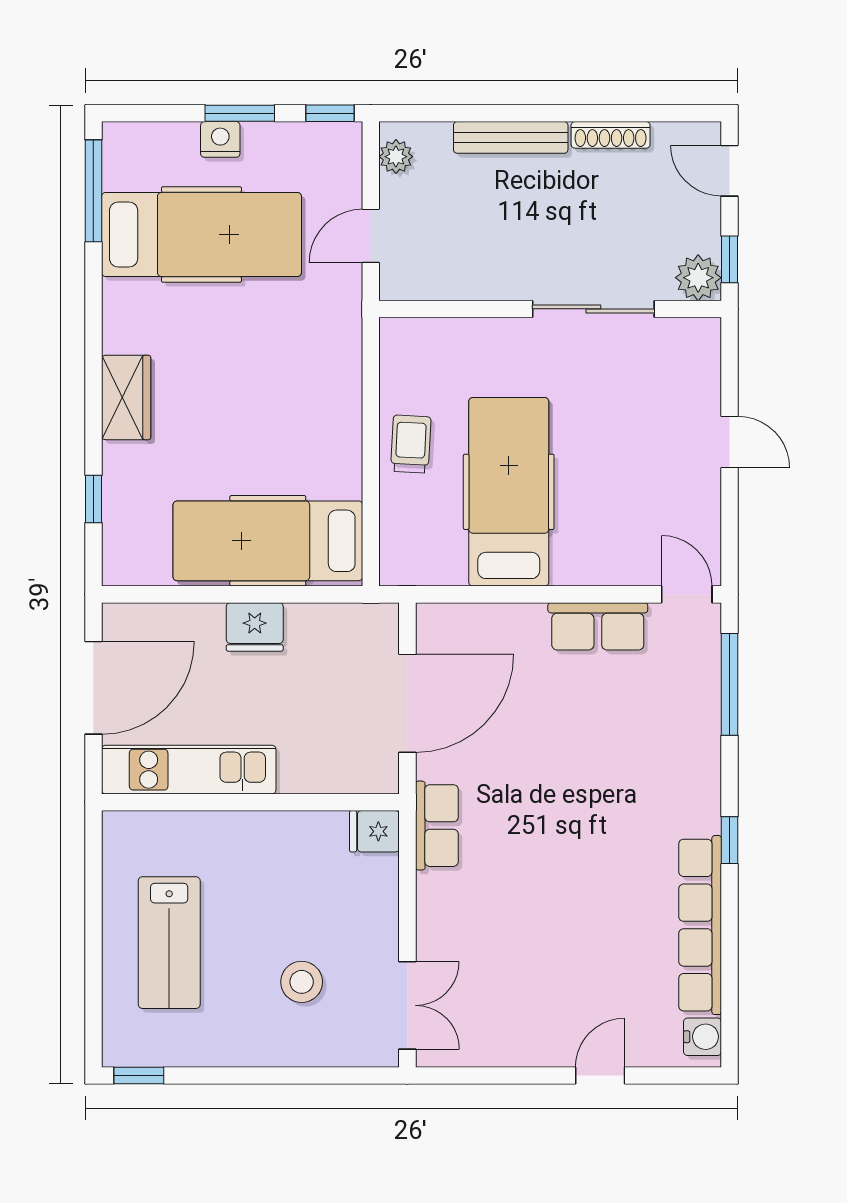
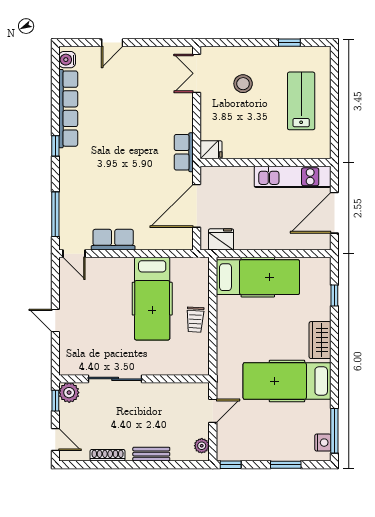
window: (240, 113) -> (286, 465), moved
bench: (511, 137) -> (151, 454), width x0.73
nightstand: (220, 139) -> (323, 443), moved, turned -90
hospital bed: (201, 234) -> (287, 381), moved
fridge: (255, 627) -> (221, 239), moved
window: (139, 1075) -> (289, 43), moved

